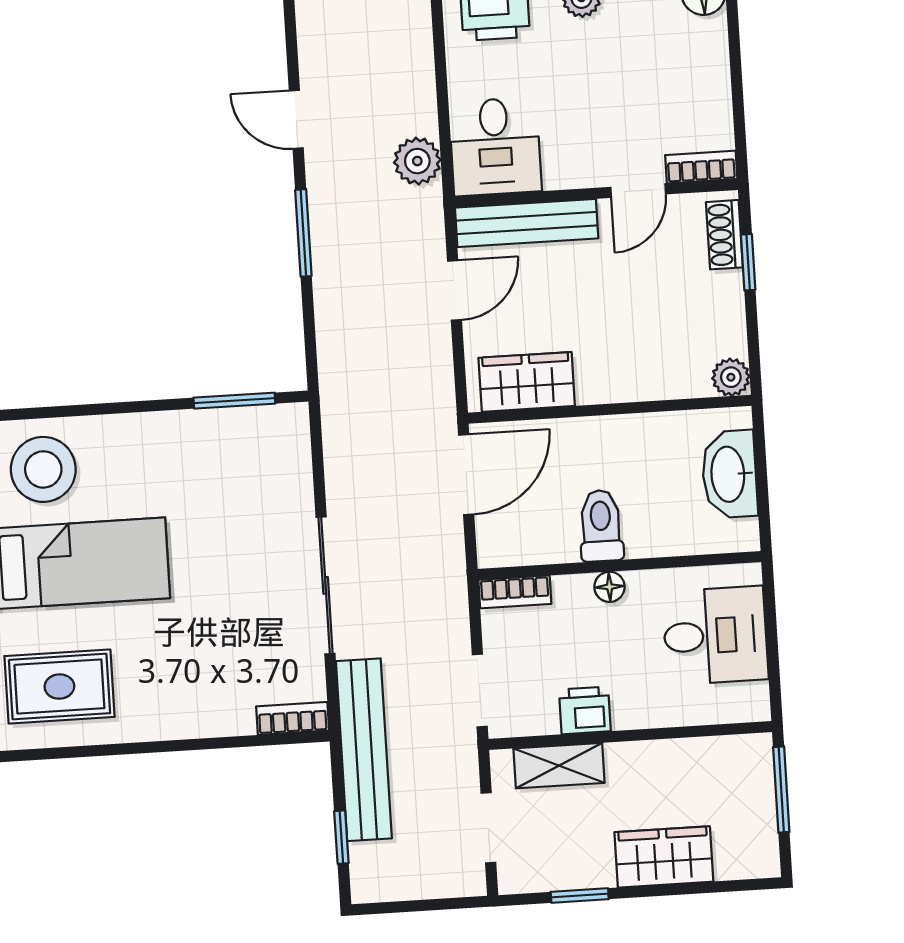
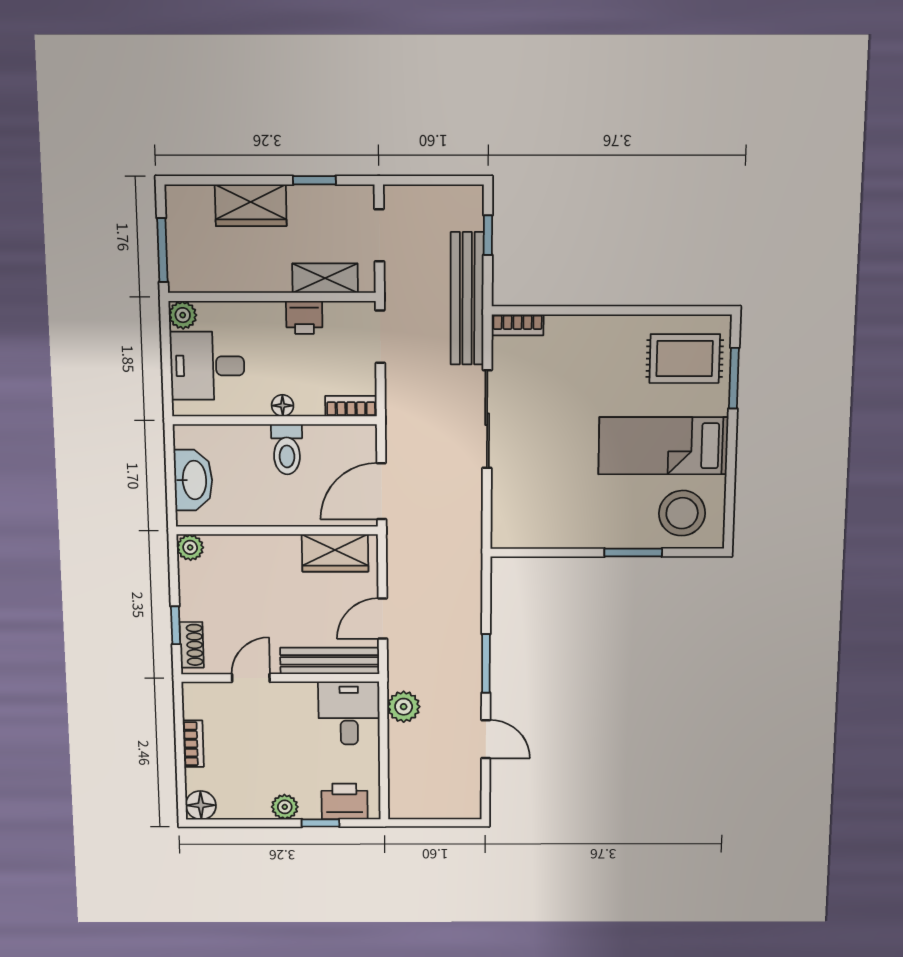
bookcase: (701, 167) -> (193, 744), moved, turned -90
window: (234, 401) -> (633, 552), moved
plant: (751, 703) -> (183, 315), added

